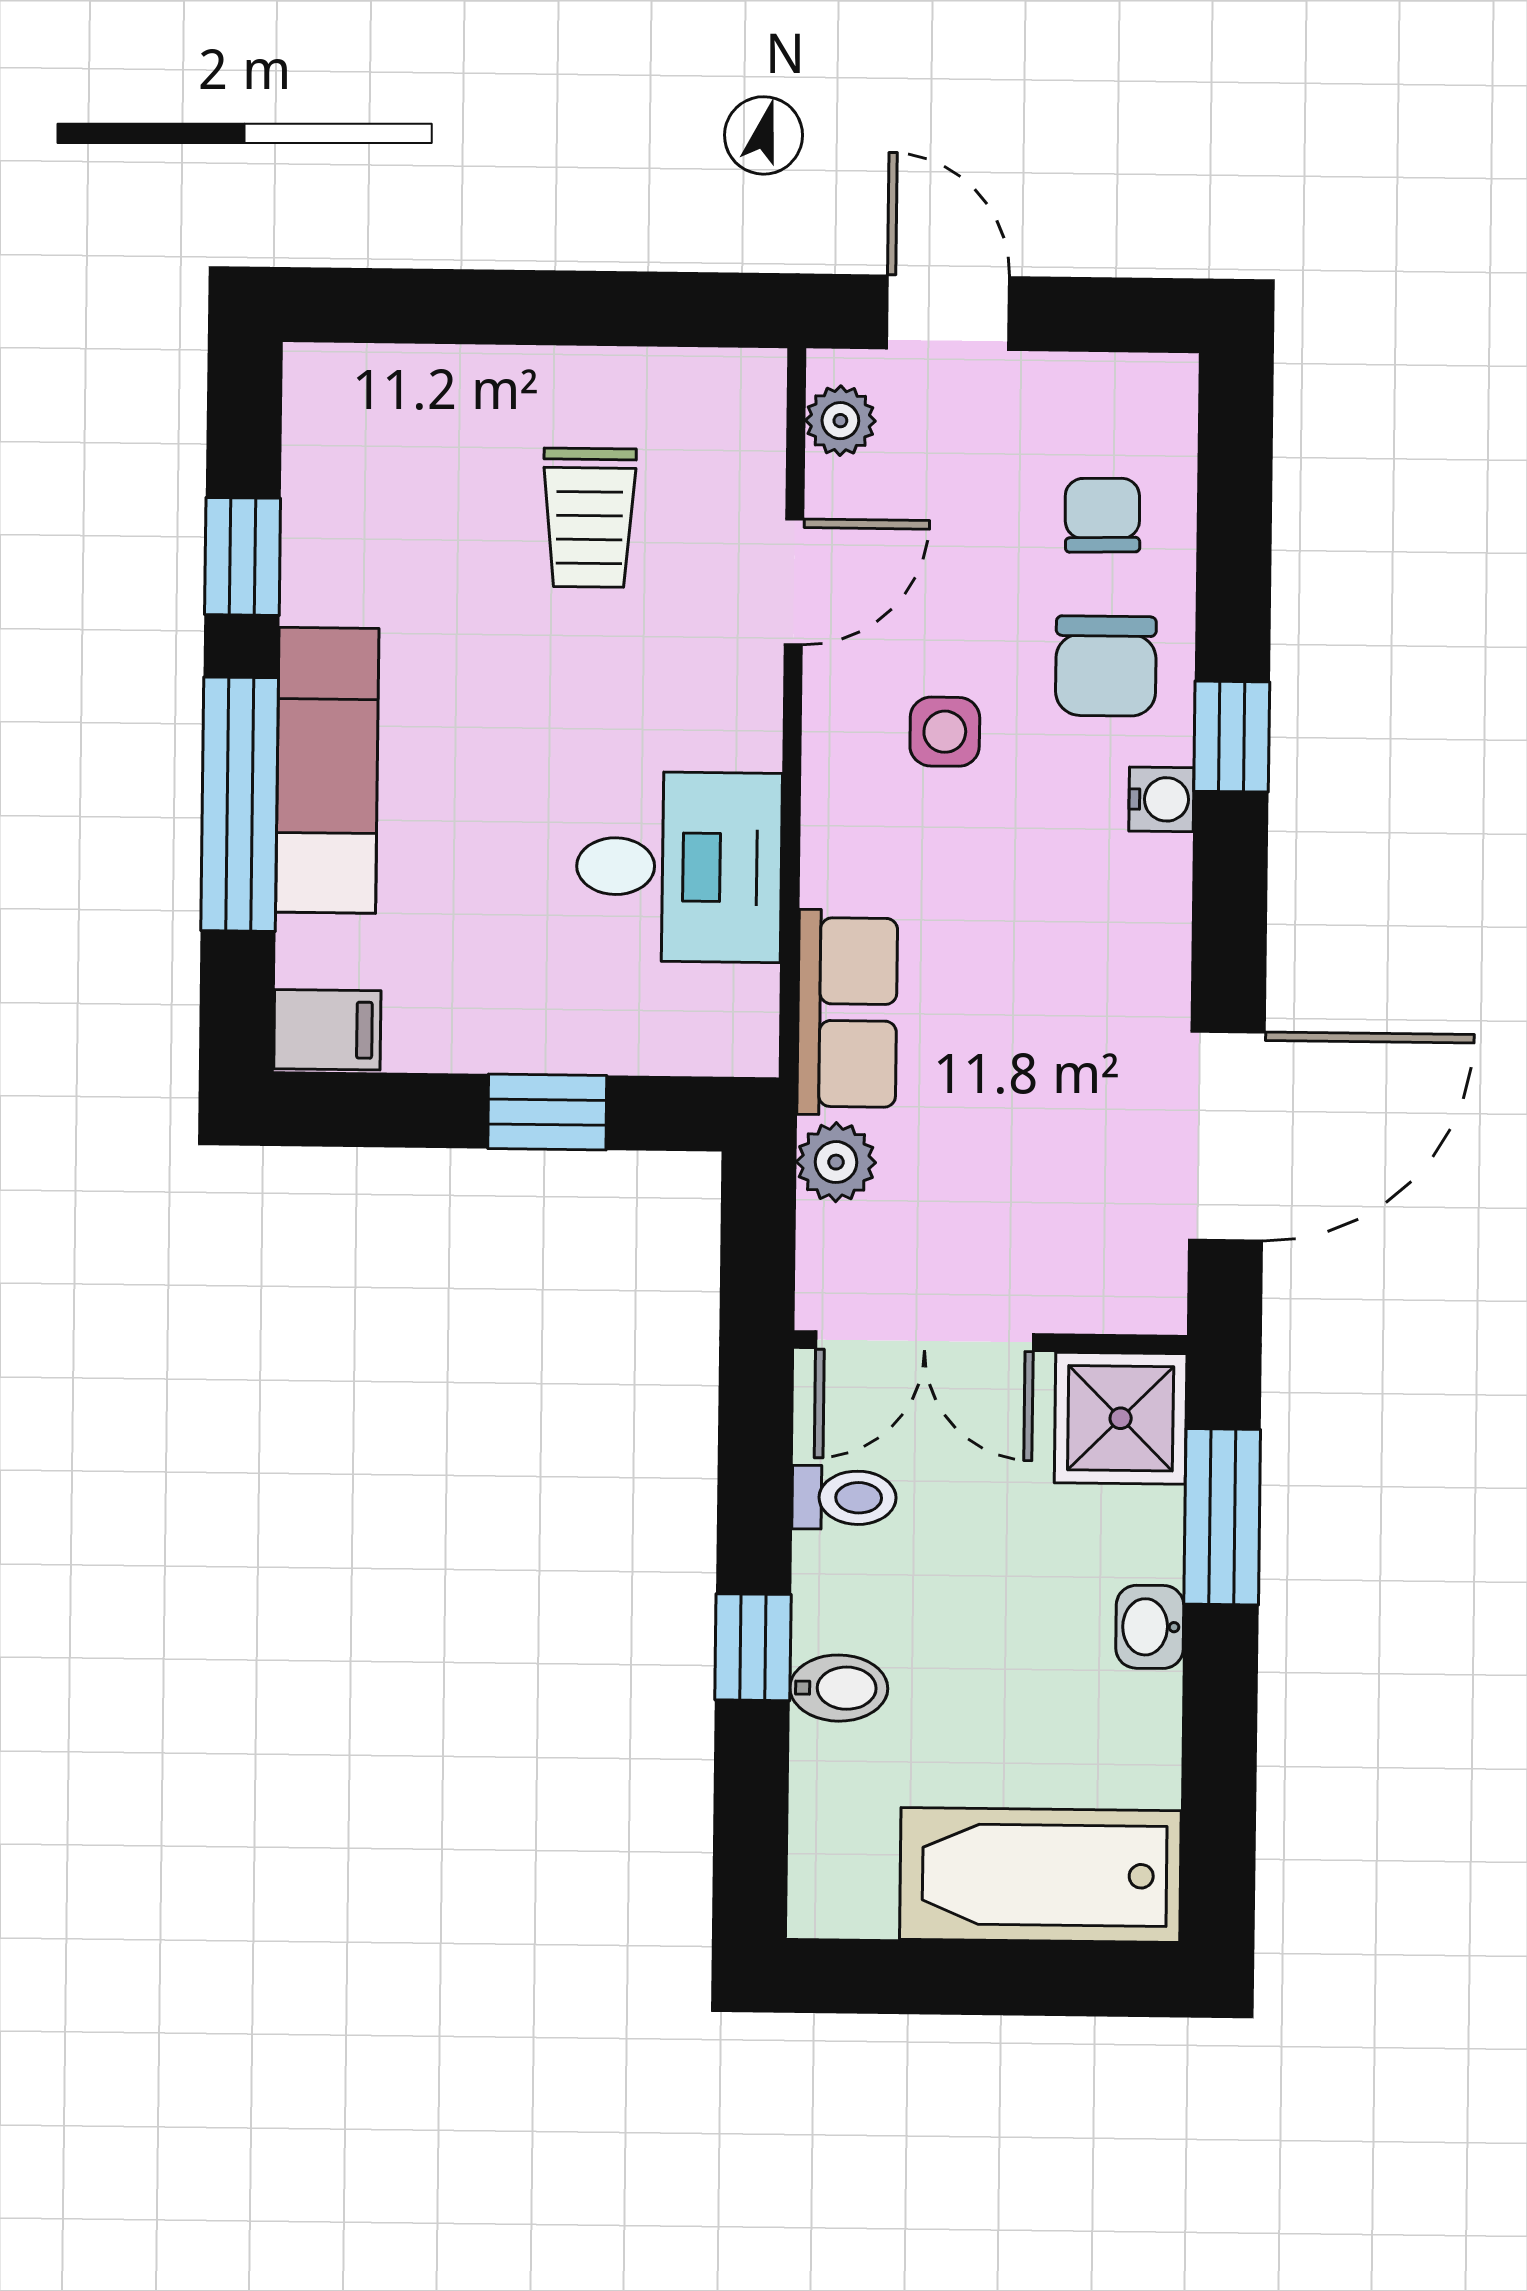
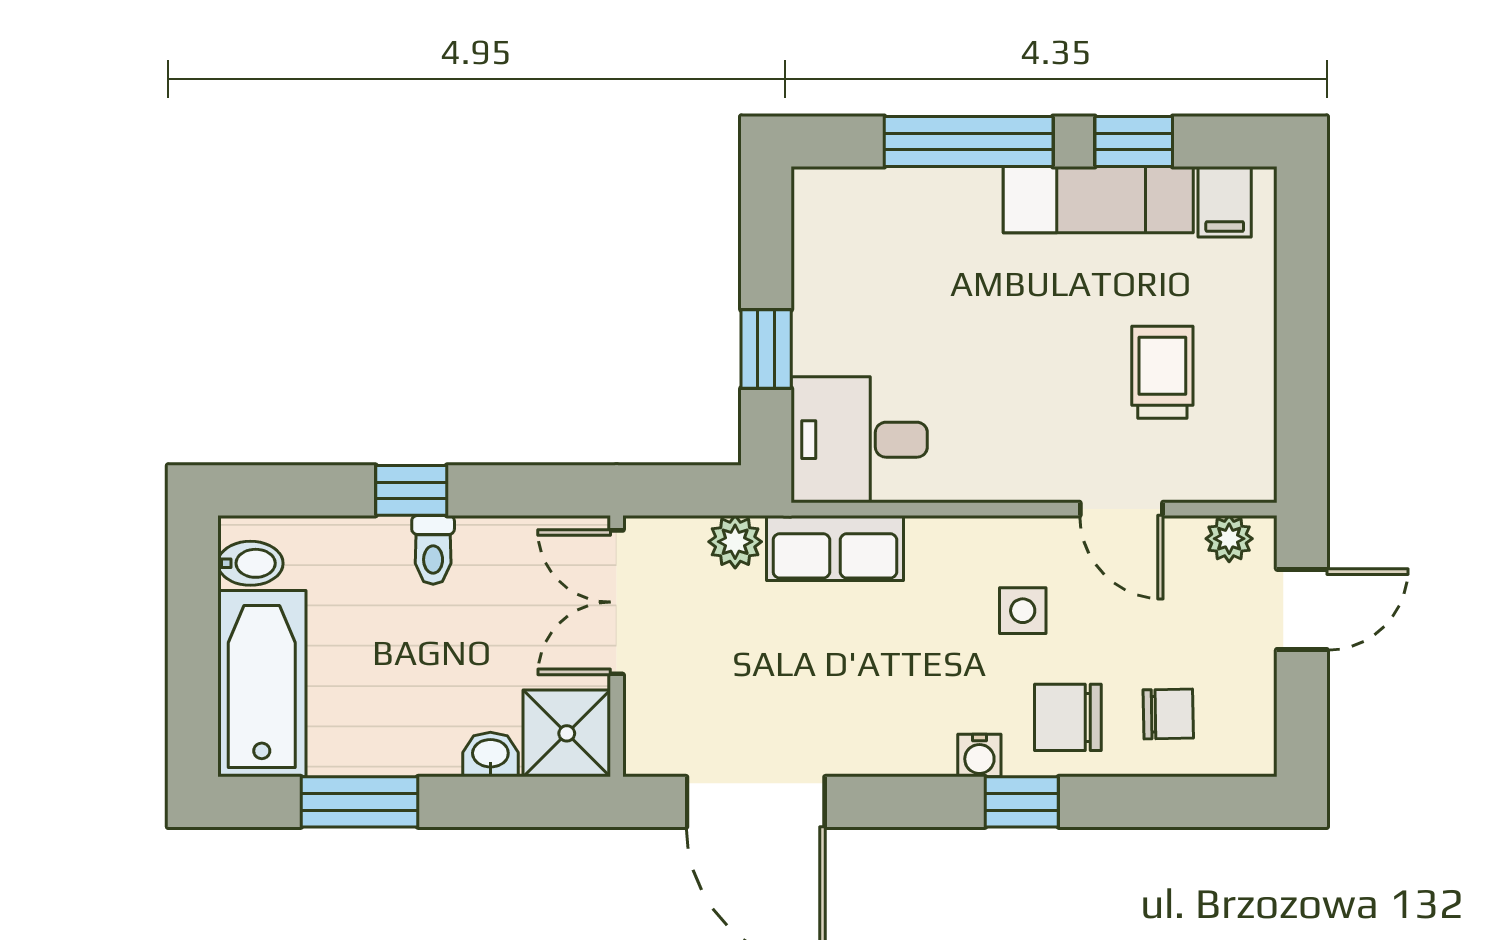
trolley: (589, 518) -> (1162, 372), turned 90
exam couch: (327, 770) -> (1098, 200), moved
desk: (679, 867) -> (859, 440), moved, turned 90
filing cabinet: (327, 1030) -> (1225, 202), moved
toilet: (844, 1498) -> (433, 550), moved
window: (1222, 1517) -> (359, 802), moved
washbasin: (1150, 1627) -> (490, 755), moved
bidet: (839, 1688) -> (250, 563), moved, turned -90

